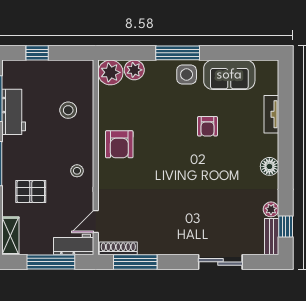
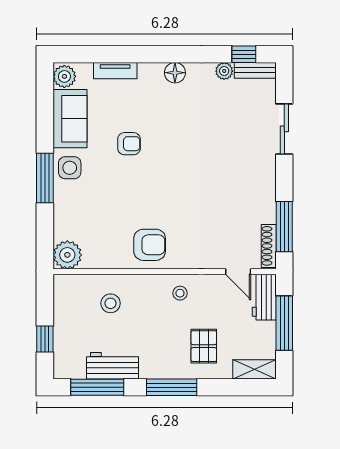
plant: (134, 70) -> (64, 76), moved

